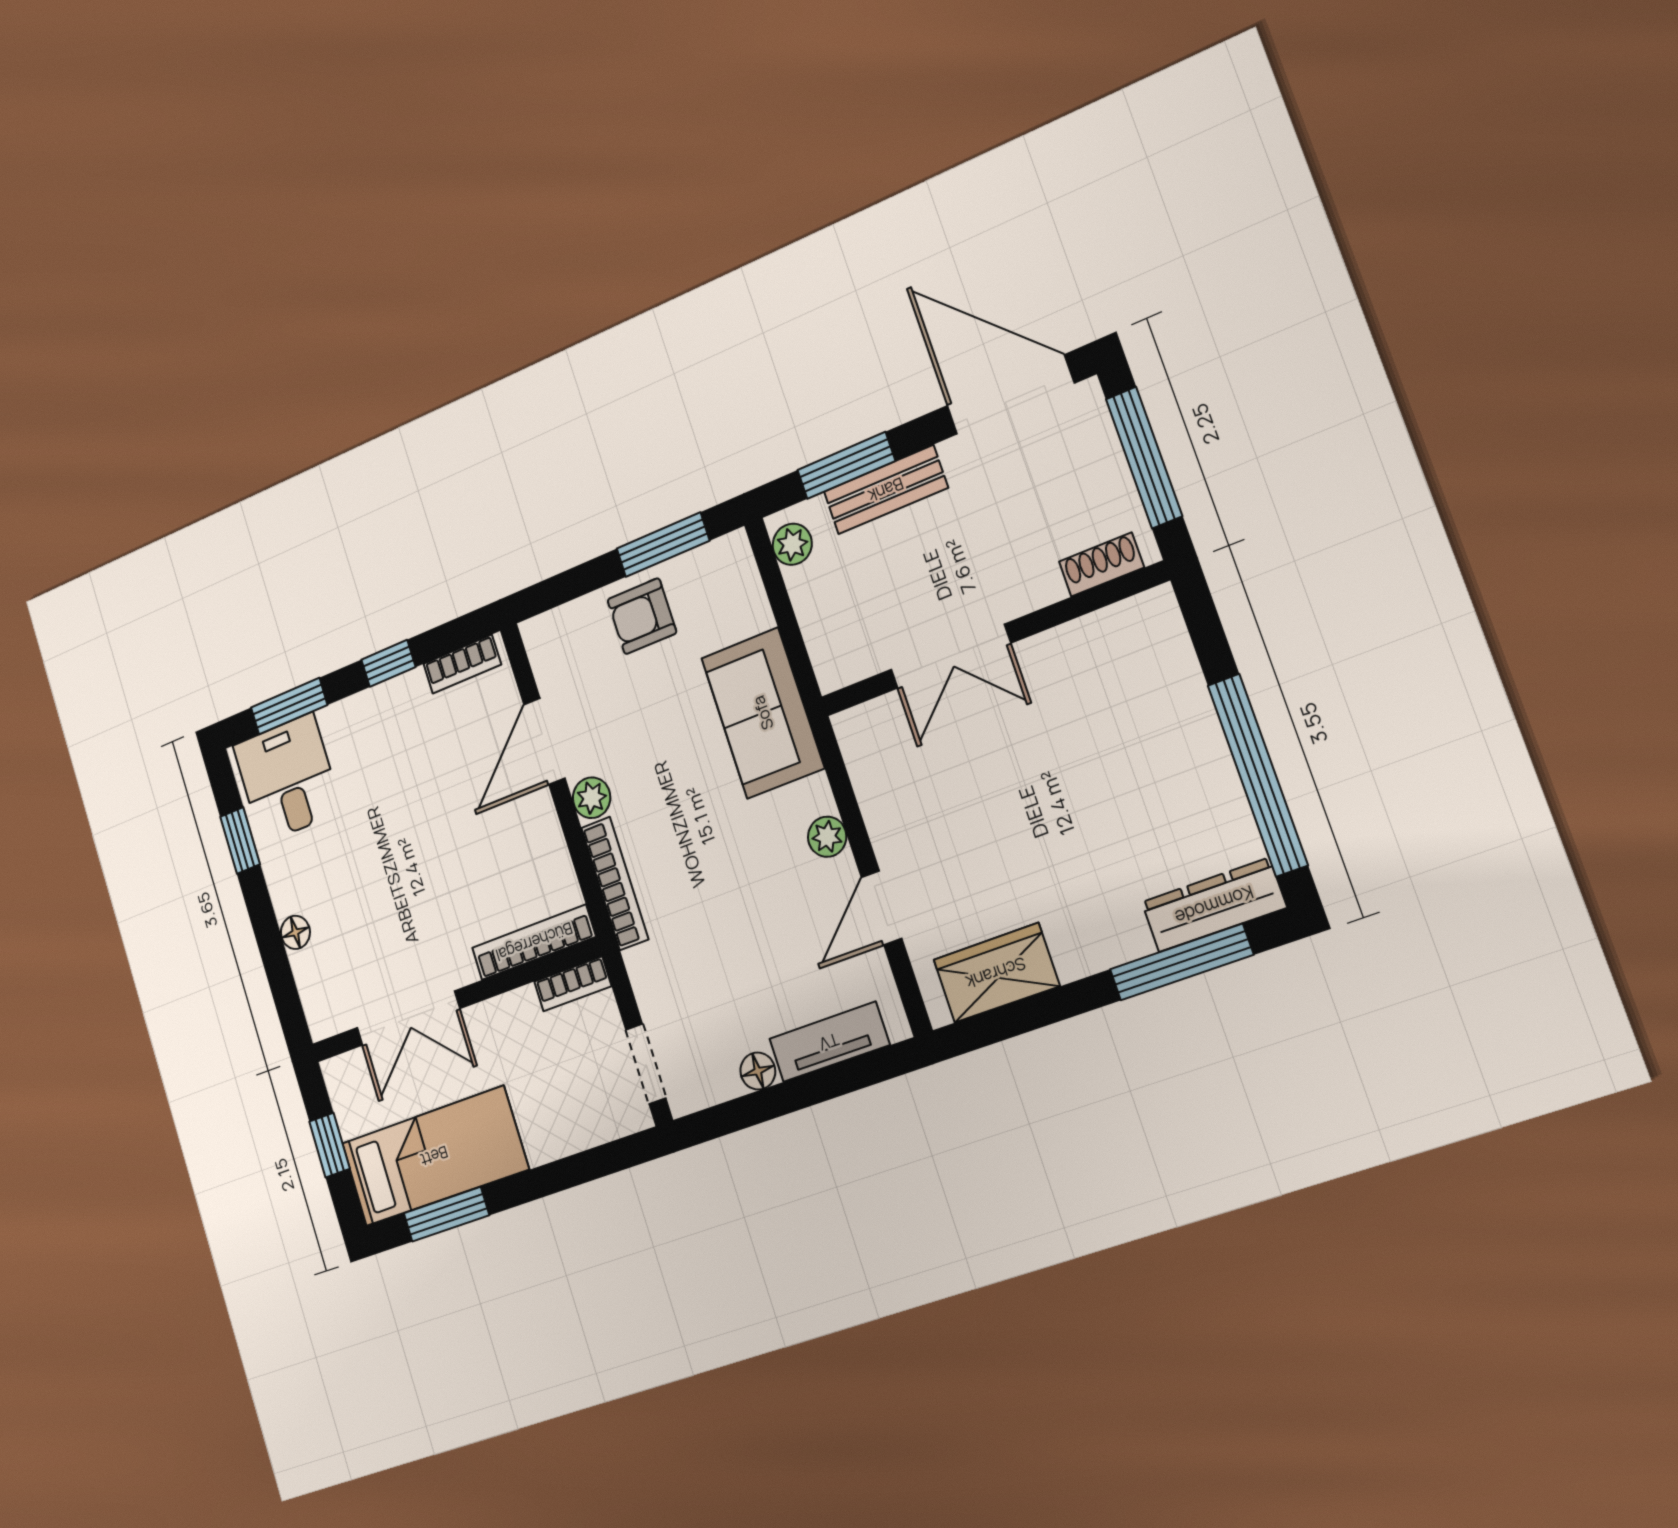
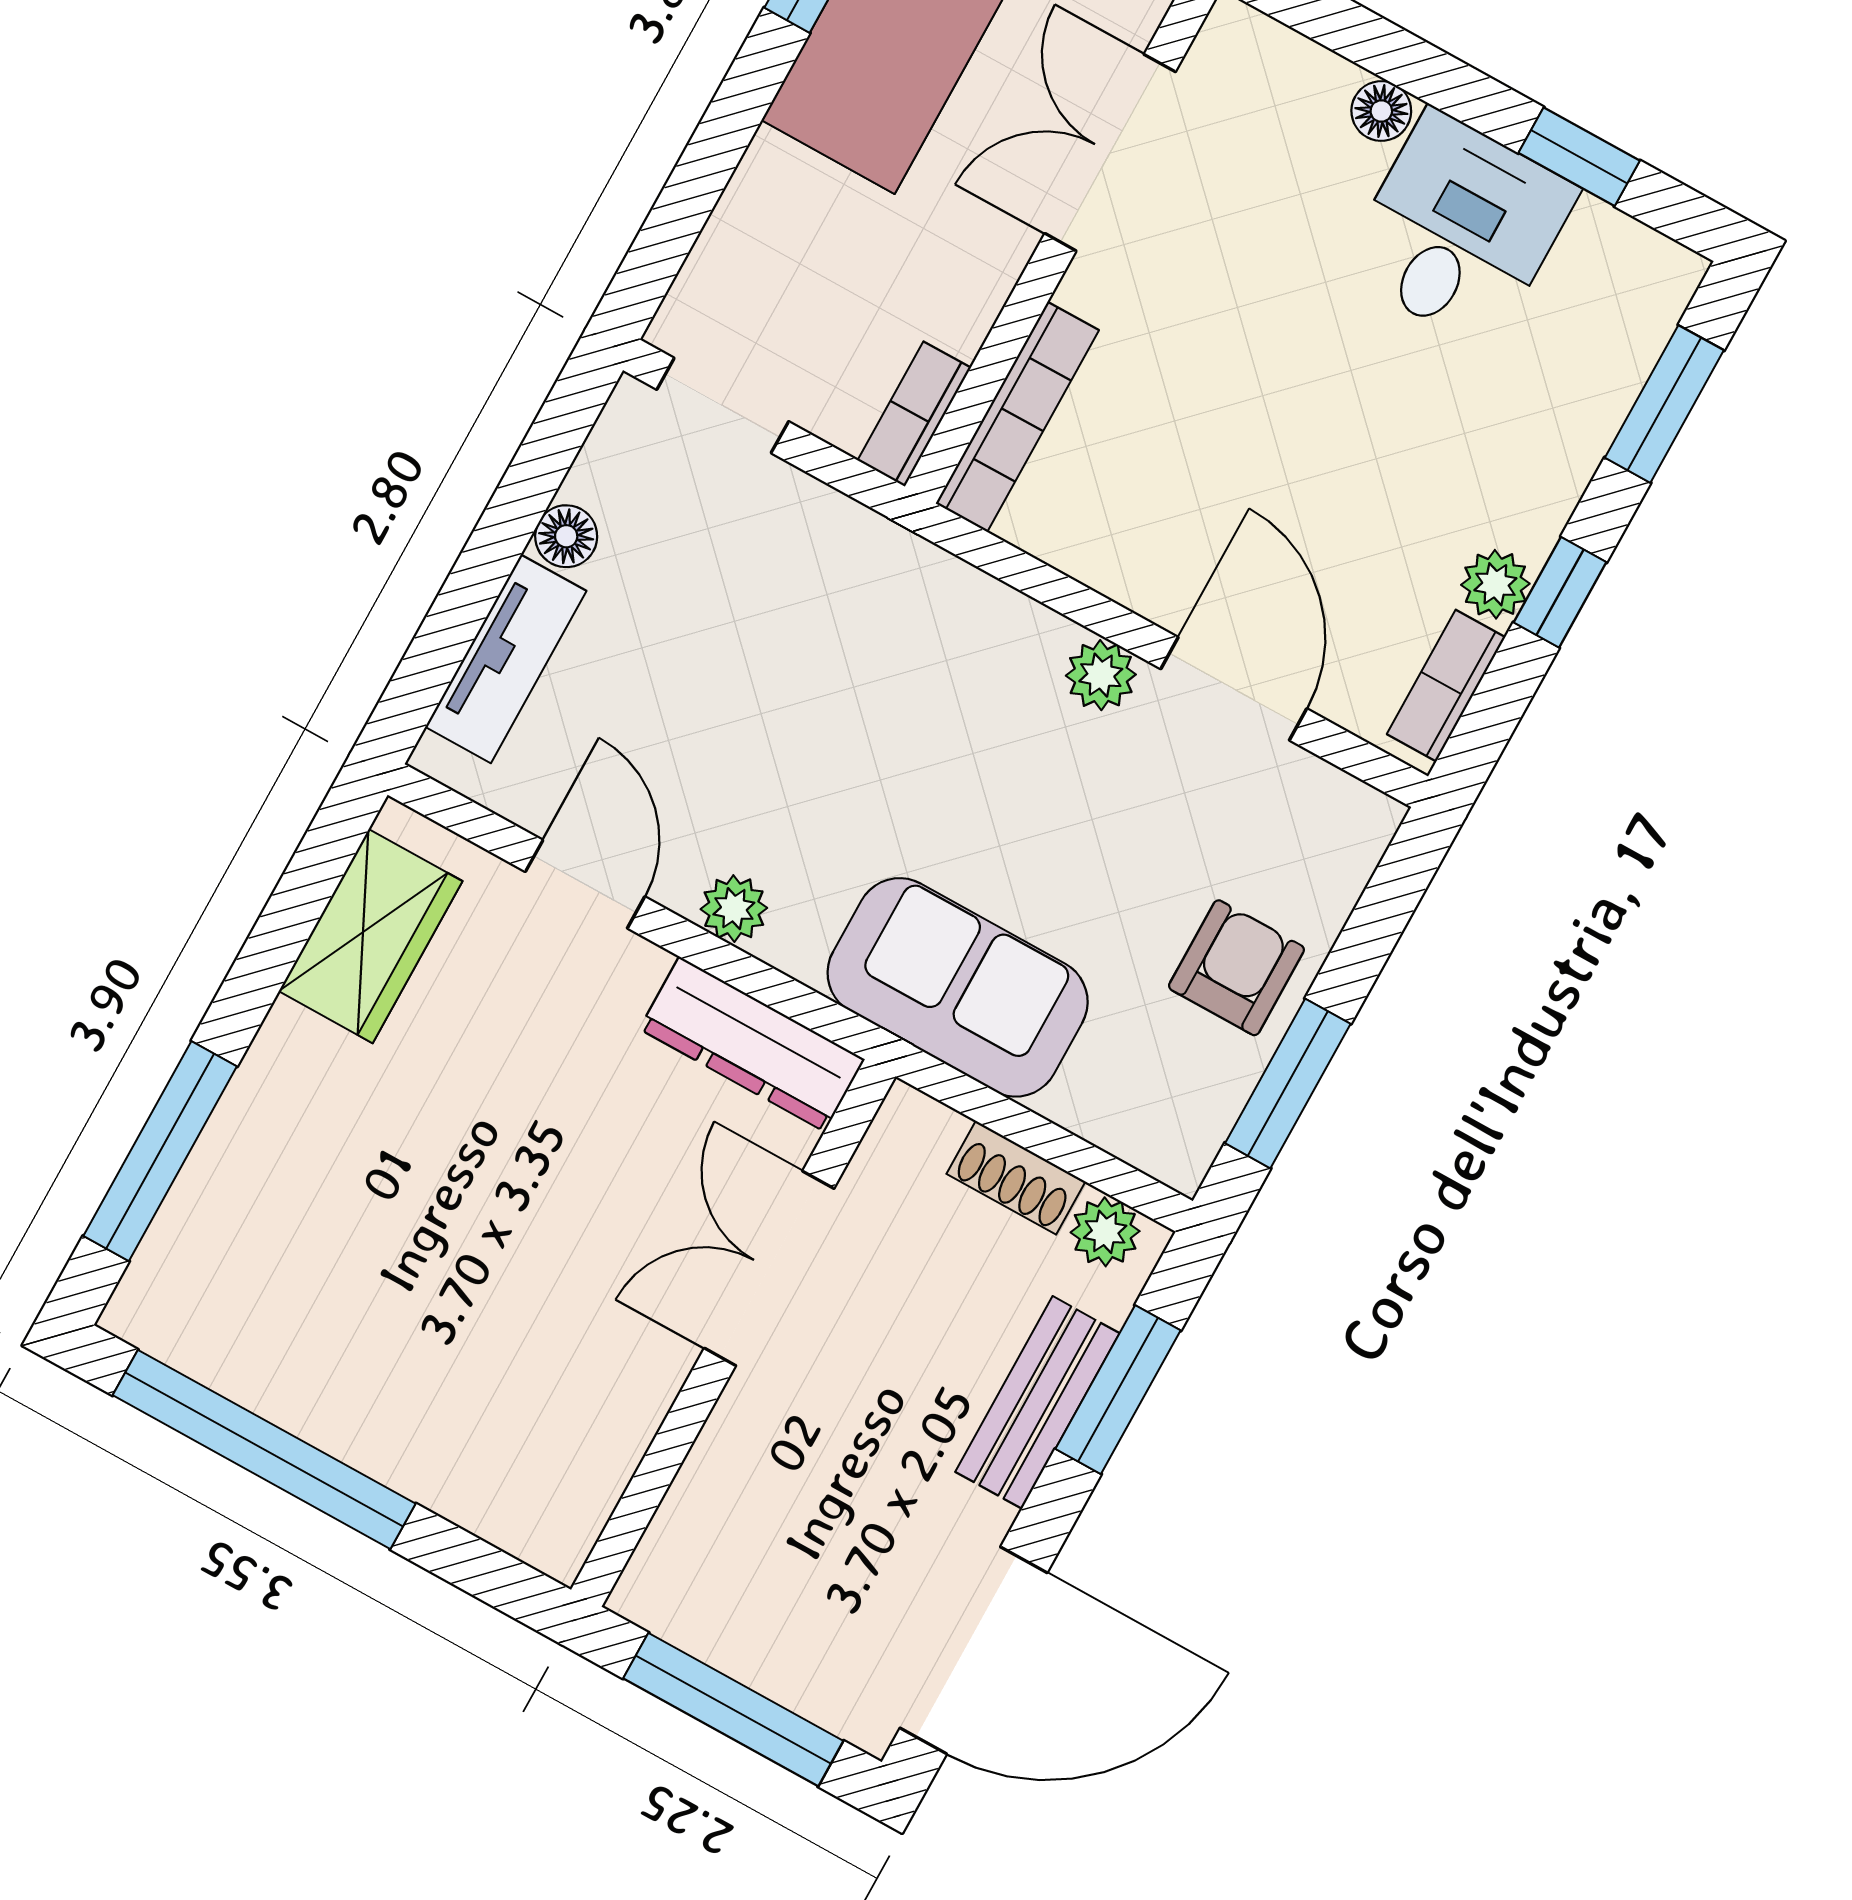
shoe rack: (1101, 565) -> (1016, 1178), moved, turned 90
plant: (410, 690) -> (1495, 584), added
desk: (287, 778) -> (1459, 229), moved, turned -90
bookcase: (615, 883) -> (970, 595), removed
dresser: (1214, 905) -> (752, 1044), moved, turned 90

